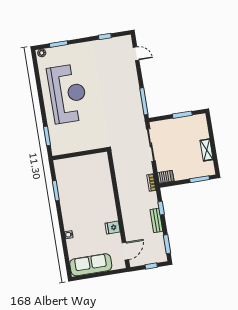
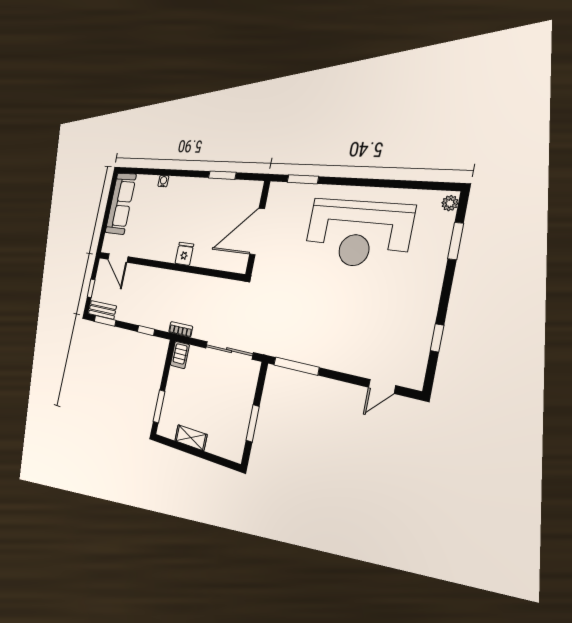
door: (82, 153) -> (257, 231), added
bench: (156, 220) -> (102, 310), moved
fridge: (113, 228) -> (184, 254), moved

